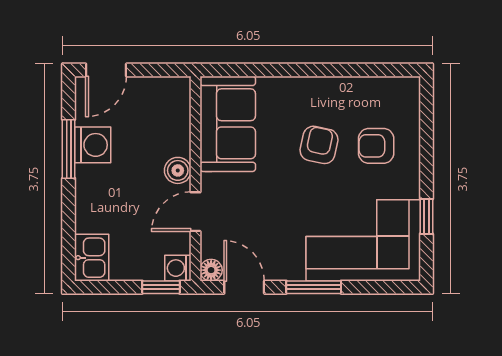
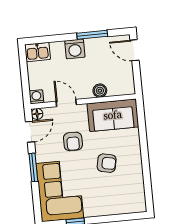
washing machine: (93, 145) -> (75, 49), moved
armchair: (376, 146) -> (73, 141), moved, turned 180
boiler: (178, 170) -> (100, 91), moved
window: (161, 287) -> (26, 89), removed

